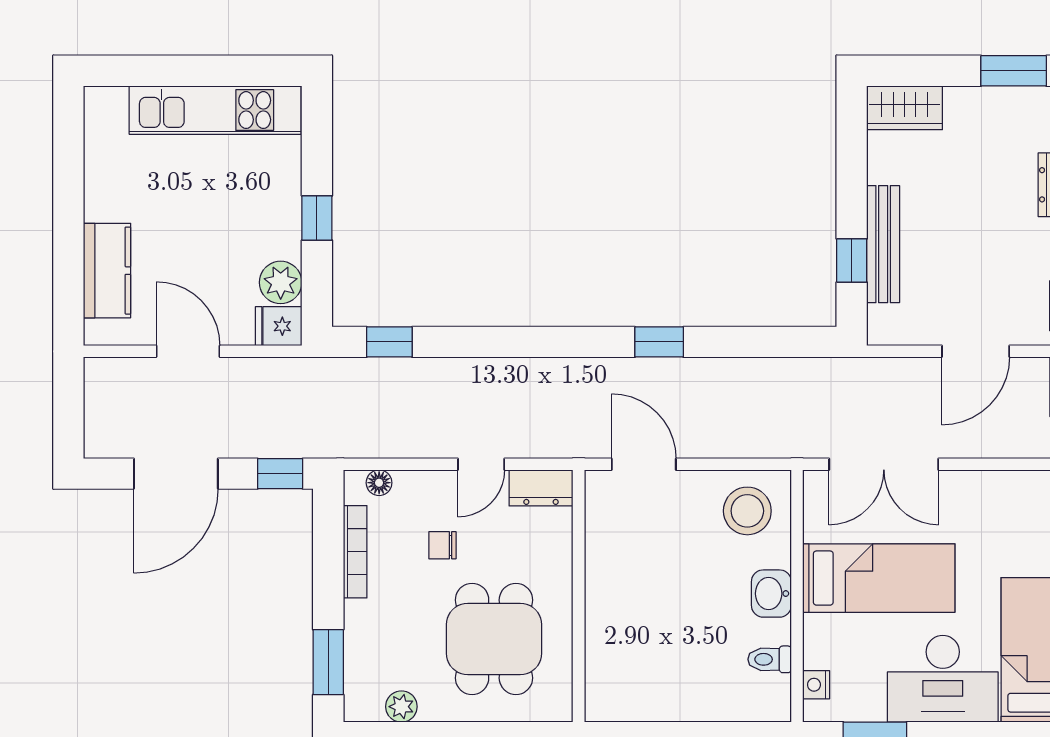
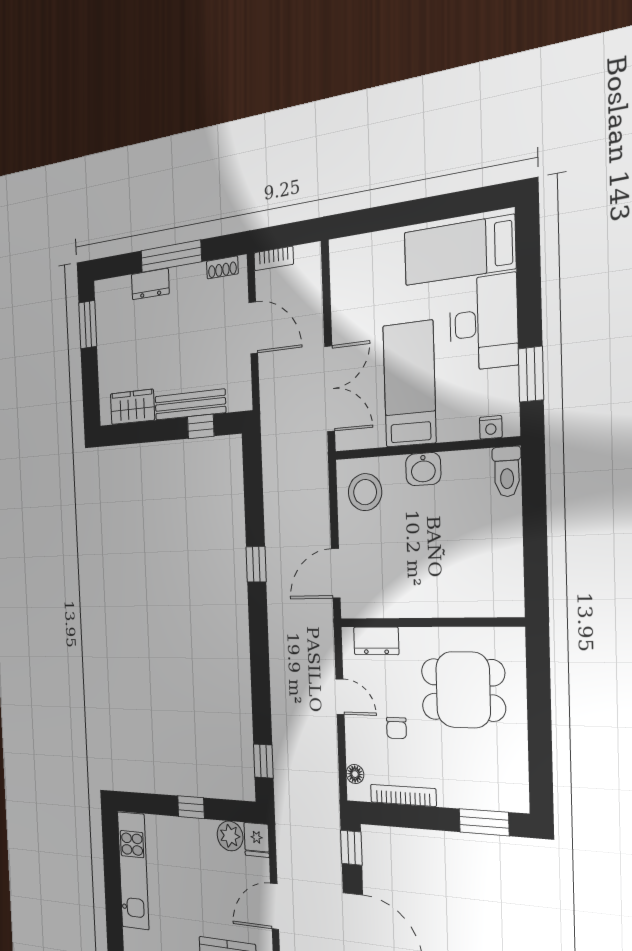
wardrobe: (905, 108) -> (132, 407), moved, turned -90
dresser: (541, 488) -> (376, 641), moved, turned 90
toilet: (770, 659) -> (507, 472), moved, width x1.37, depth x1.39
plant: (401, 707) -> (516, 766), removed

